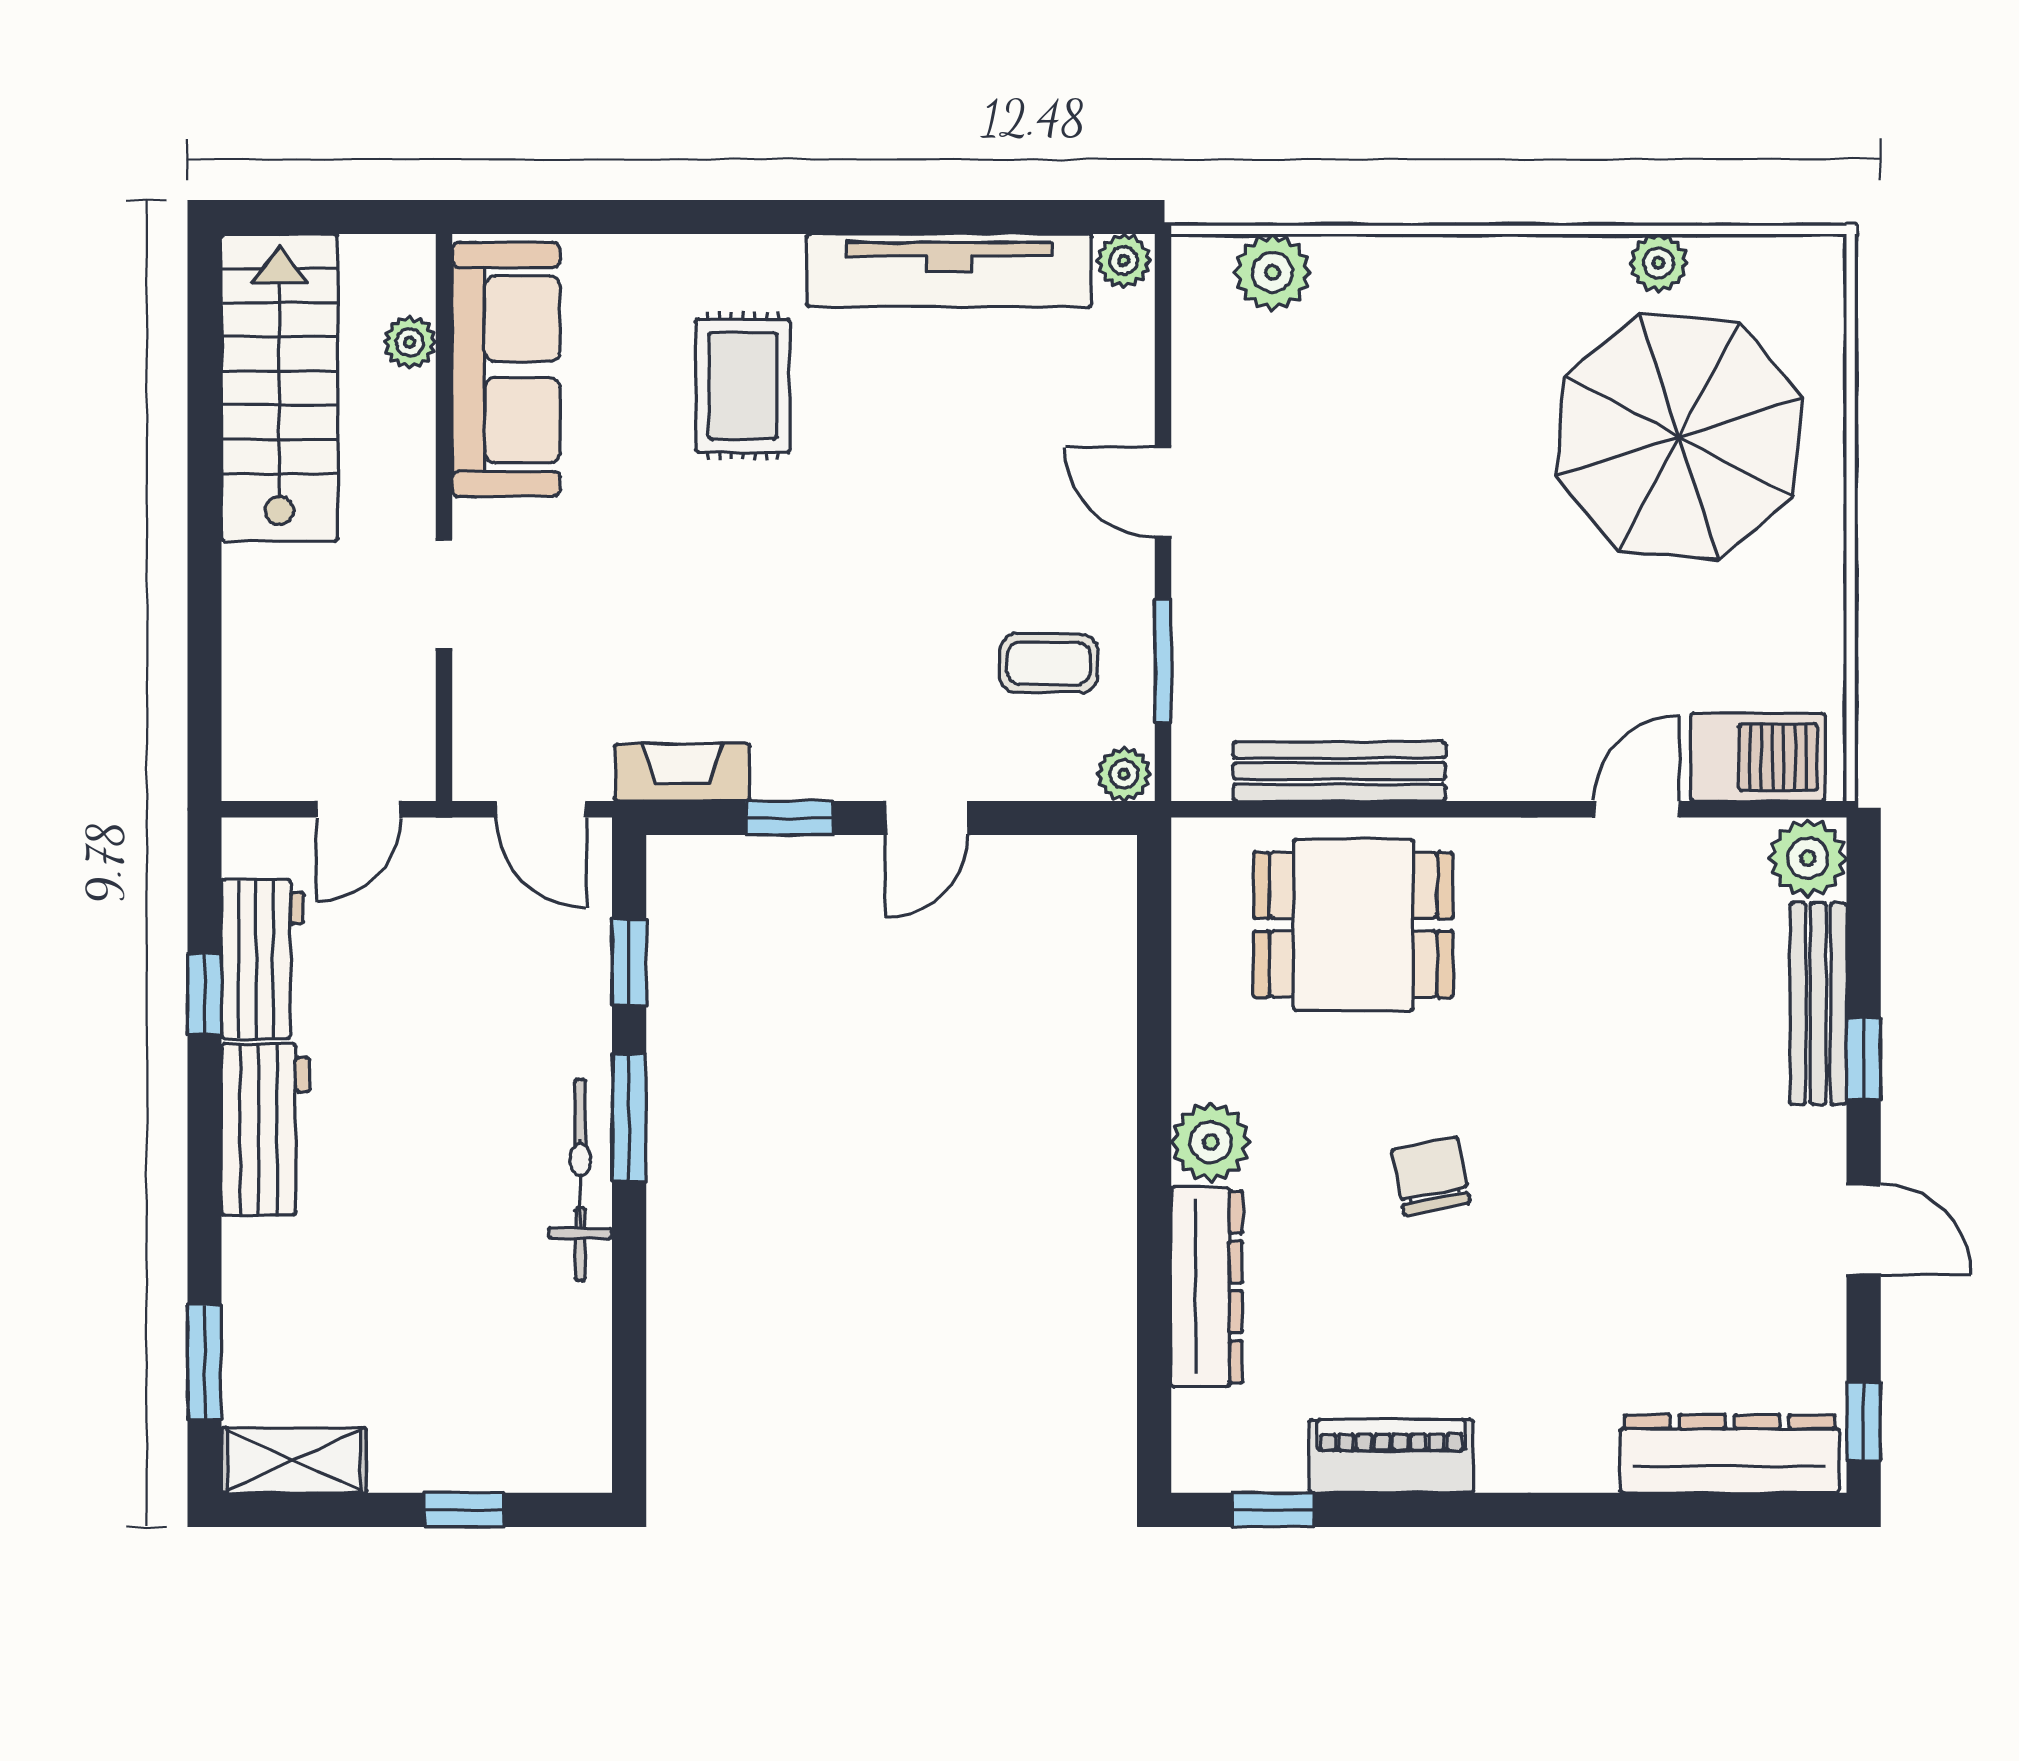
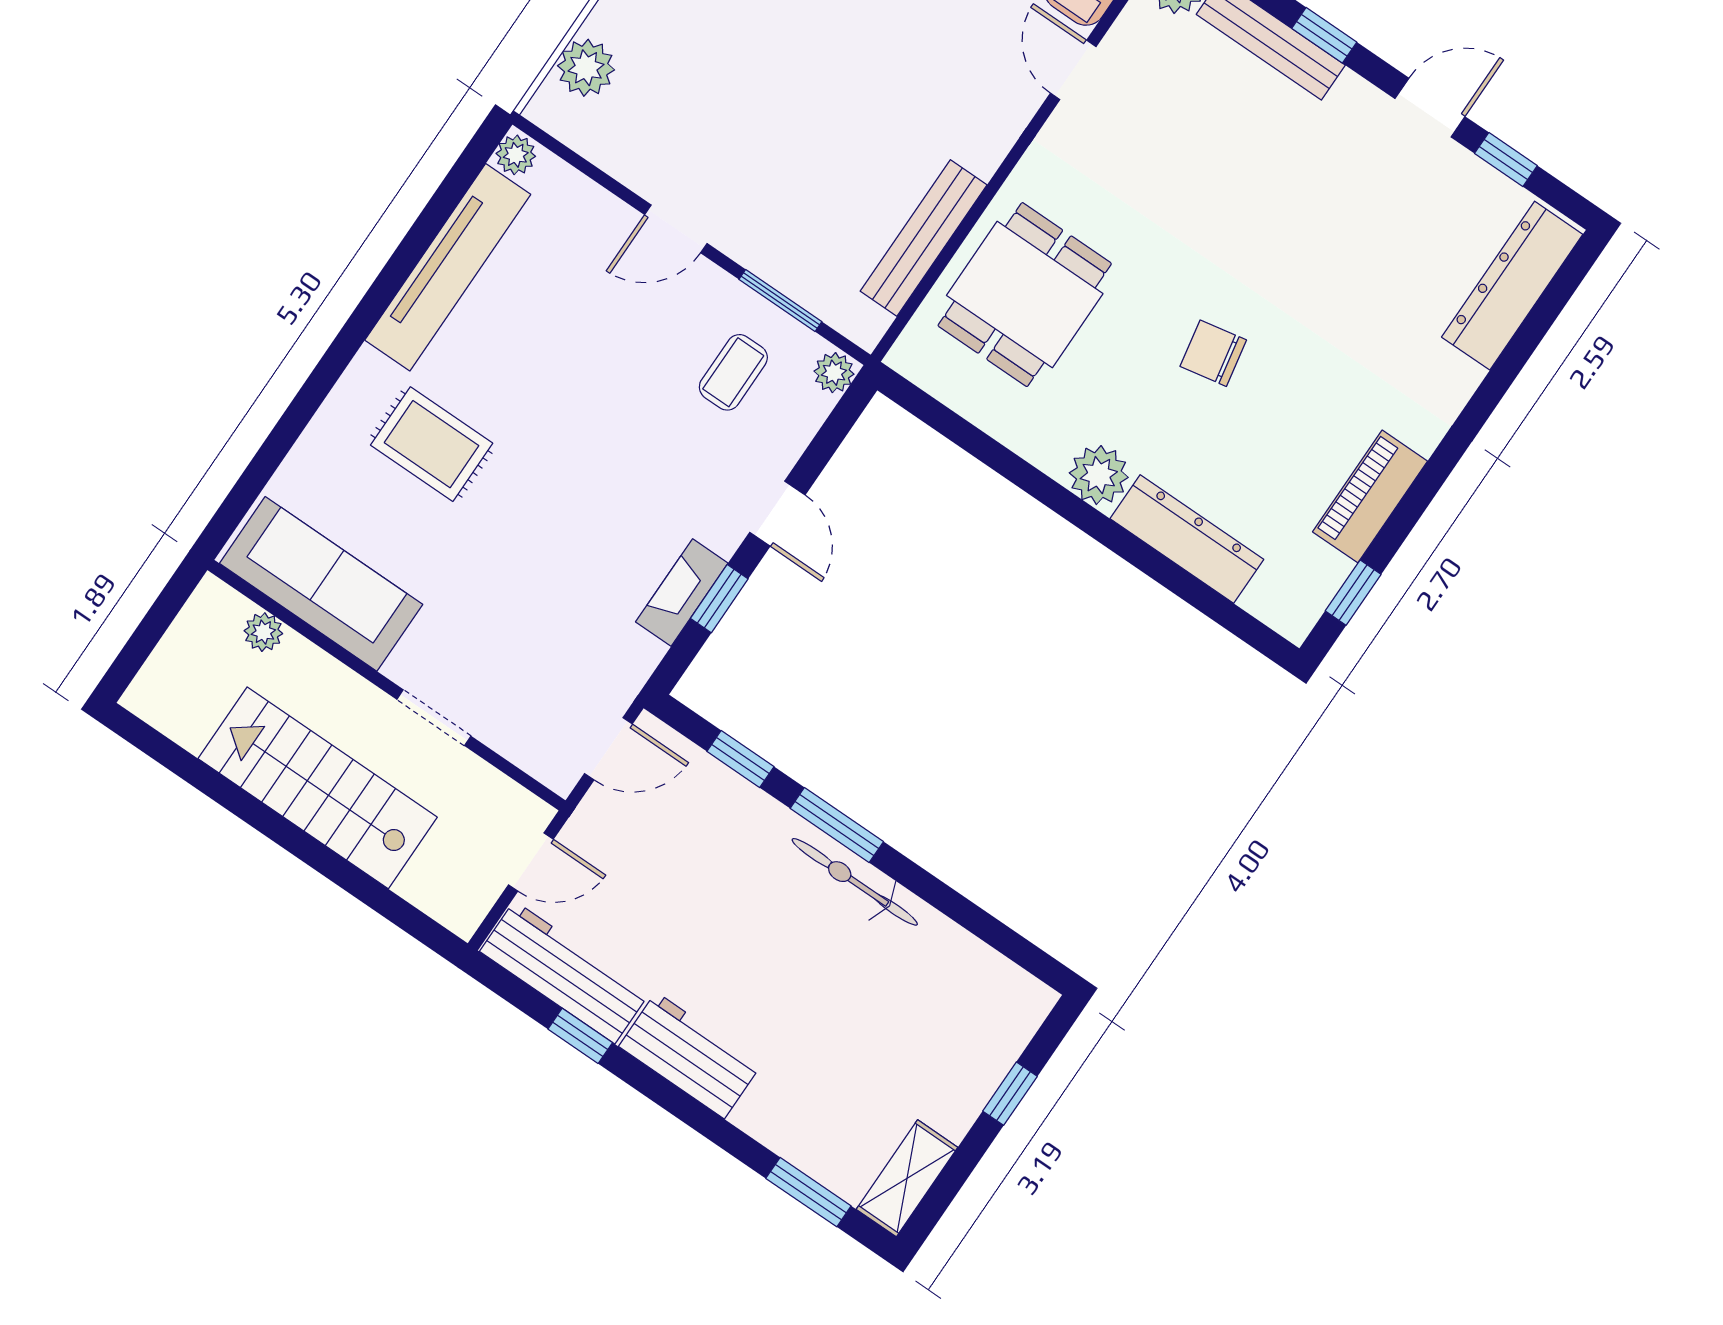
stairs: (279, 388) -> (318, 788), moved
fireplace: (682, 772) -> (682, 593), moved
door: (358, 809) -> (531, 862), hinge flipped
workbench: (263, 959) -> (565, 972), width x1.38
window: (1864, 1422) -> (1506, 160), moved

